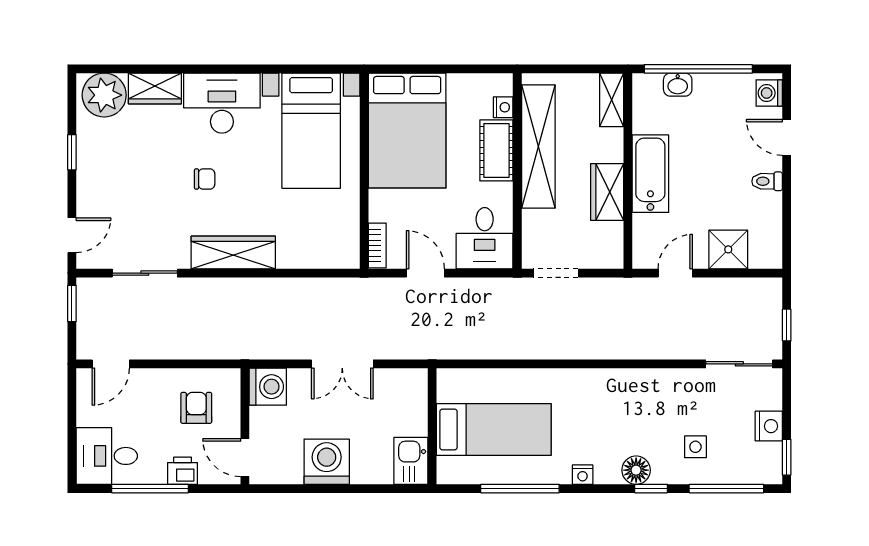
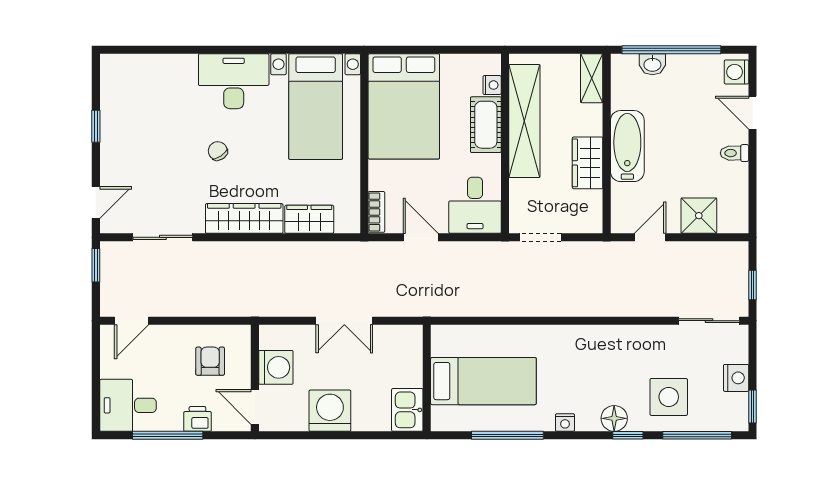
wardrobe: (155, 88) -> (309, 219), moved, turned 180
plant: (104, 95) -> (126, 74), removed
chair: (205, 179) -> (218, 151), turned -124
washing machine: (268, 387) -> (276, 367), moved
side table: (695, 447) -> (669, 397), width x1.87, depth x1.87

